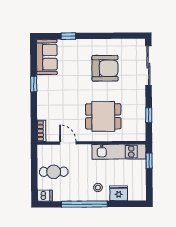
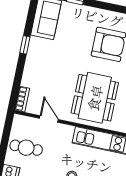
dining table: (103, 116) -> (95, 98), width x1.38

